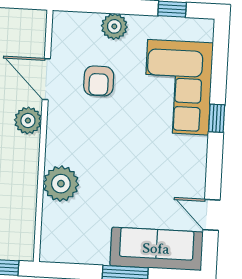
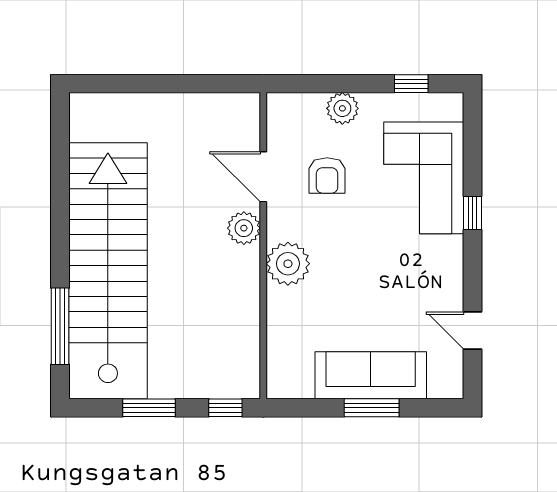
plant: (61, 184) -> (288, 264), moved
sofa: (156, 249) -> (371, 375), moved

